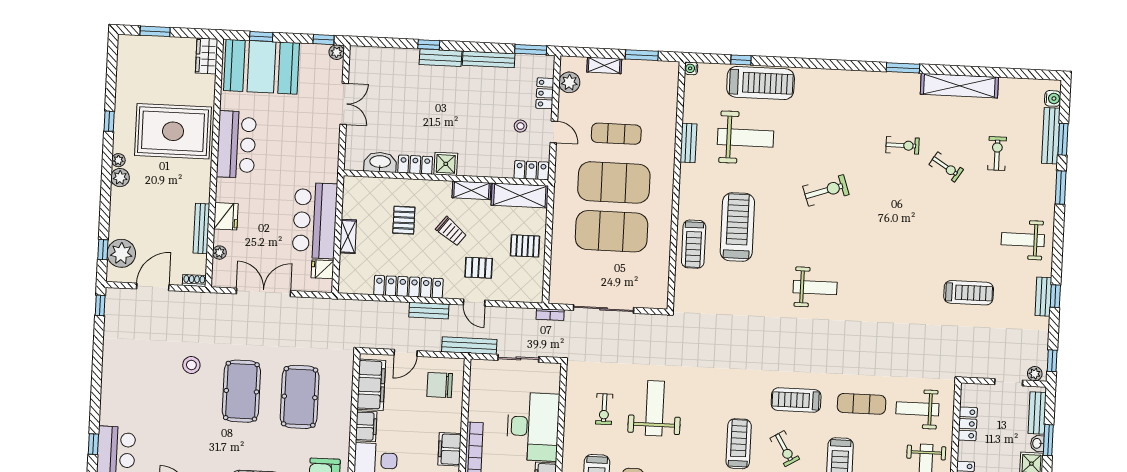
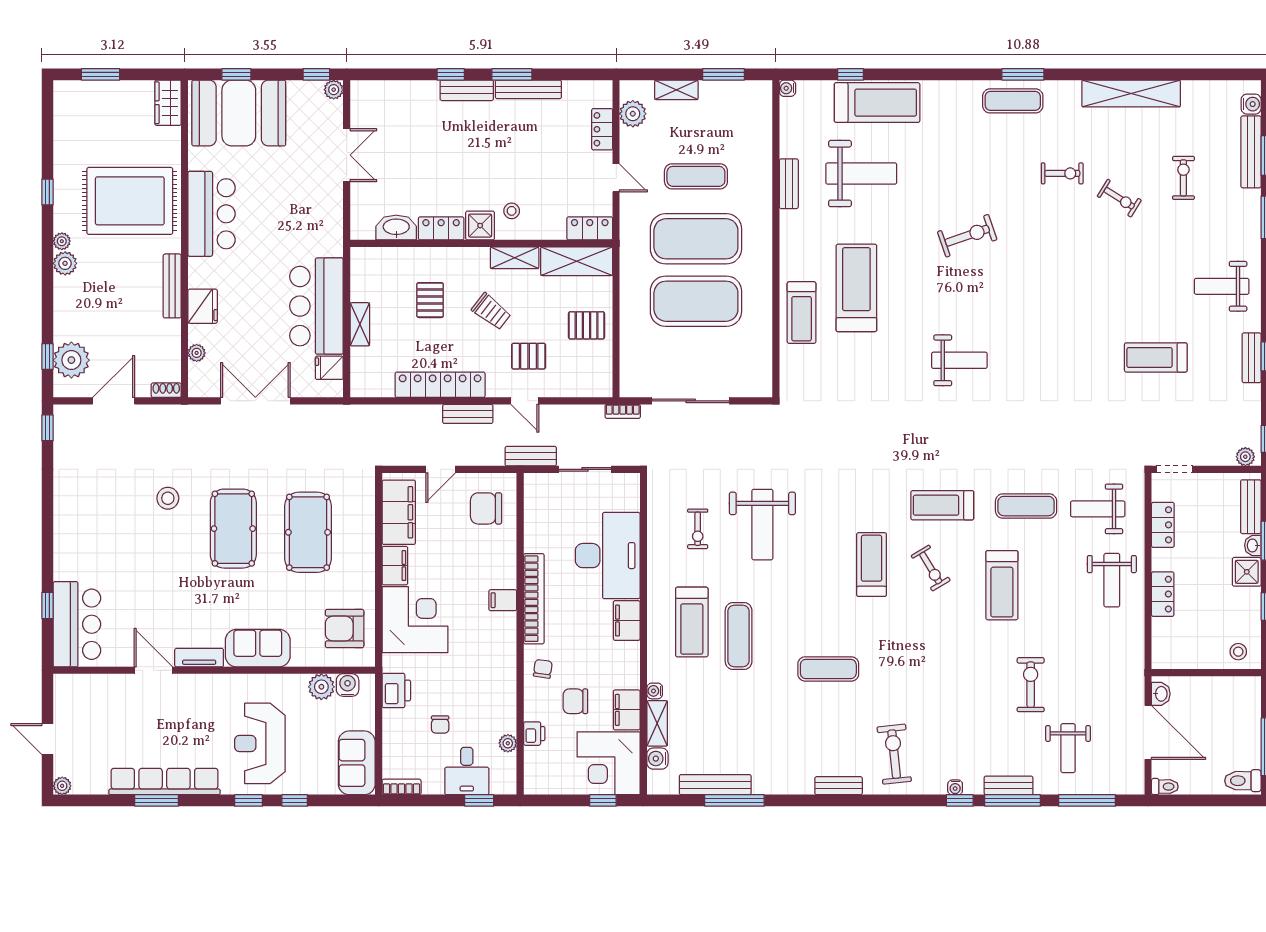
window: (531, 50) -> (512, 74), moved
window: (903, 68) -> (1023, 74), moved
exercise mat: (867, 87) -> (1013, 101), added
stool: (520, 126) -> (512, 211), moved
bench: (201, 228) -> (172, 286), moved
treadmill: (969, 293) -> (1156, 357), turned 180
bench: (469, 346) -> (531, 456), width x0.73
doorway: (1009, 382) -> (1174, 469), moved
weight bench: (655, 408) -> (762, 525), turned 180
filing cabinet: (450, 449) -> (503, 600), width x0.50

